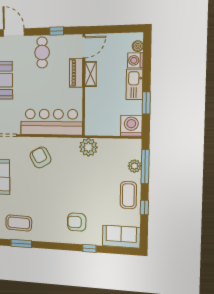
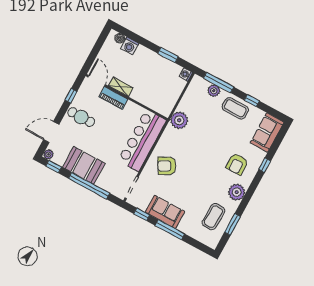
kitchen sink: (134, 84) -> (148, 56), removed
washing machine: (131, 126) -> (186, 74), width x0.53, depth x0.53
plant: (51, 234) -> (237, 192), added

